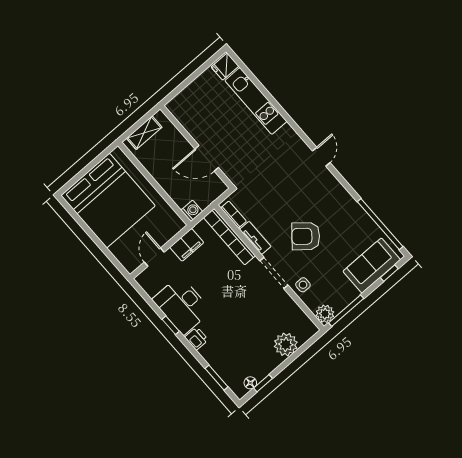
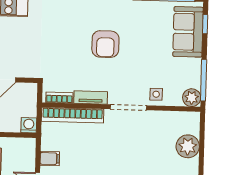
armchair: (306, 236) -> (105, 44), moved, turned -40
filing cabinet: (187, 245) -> (50, 159), width x0.50

